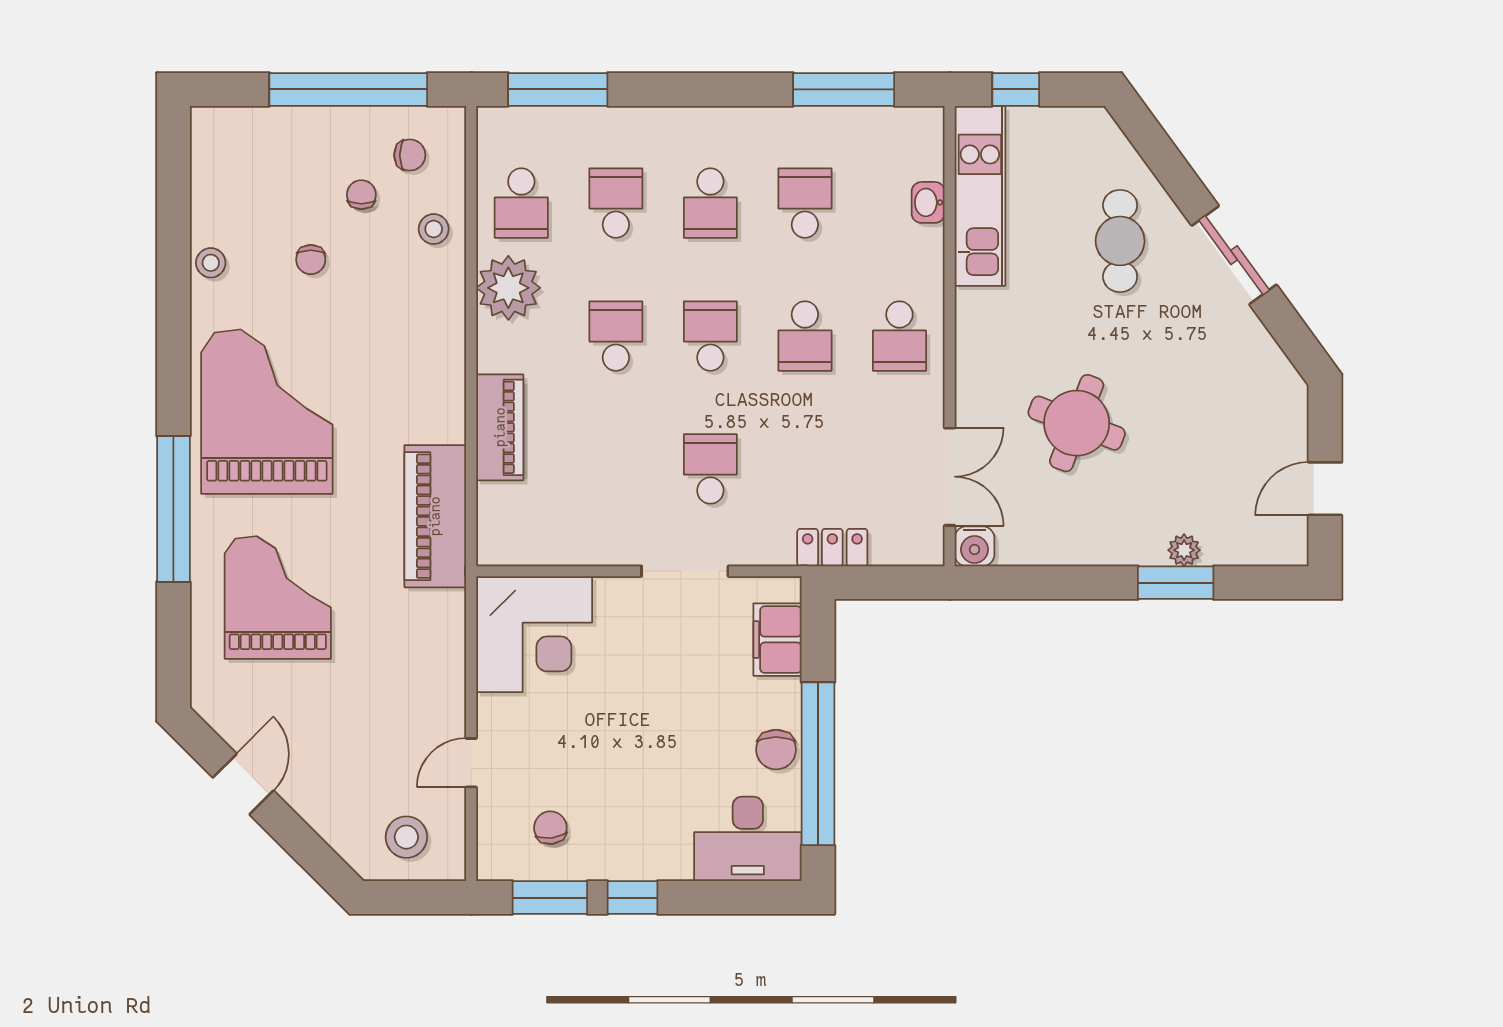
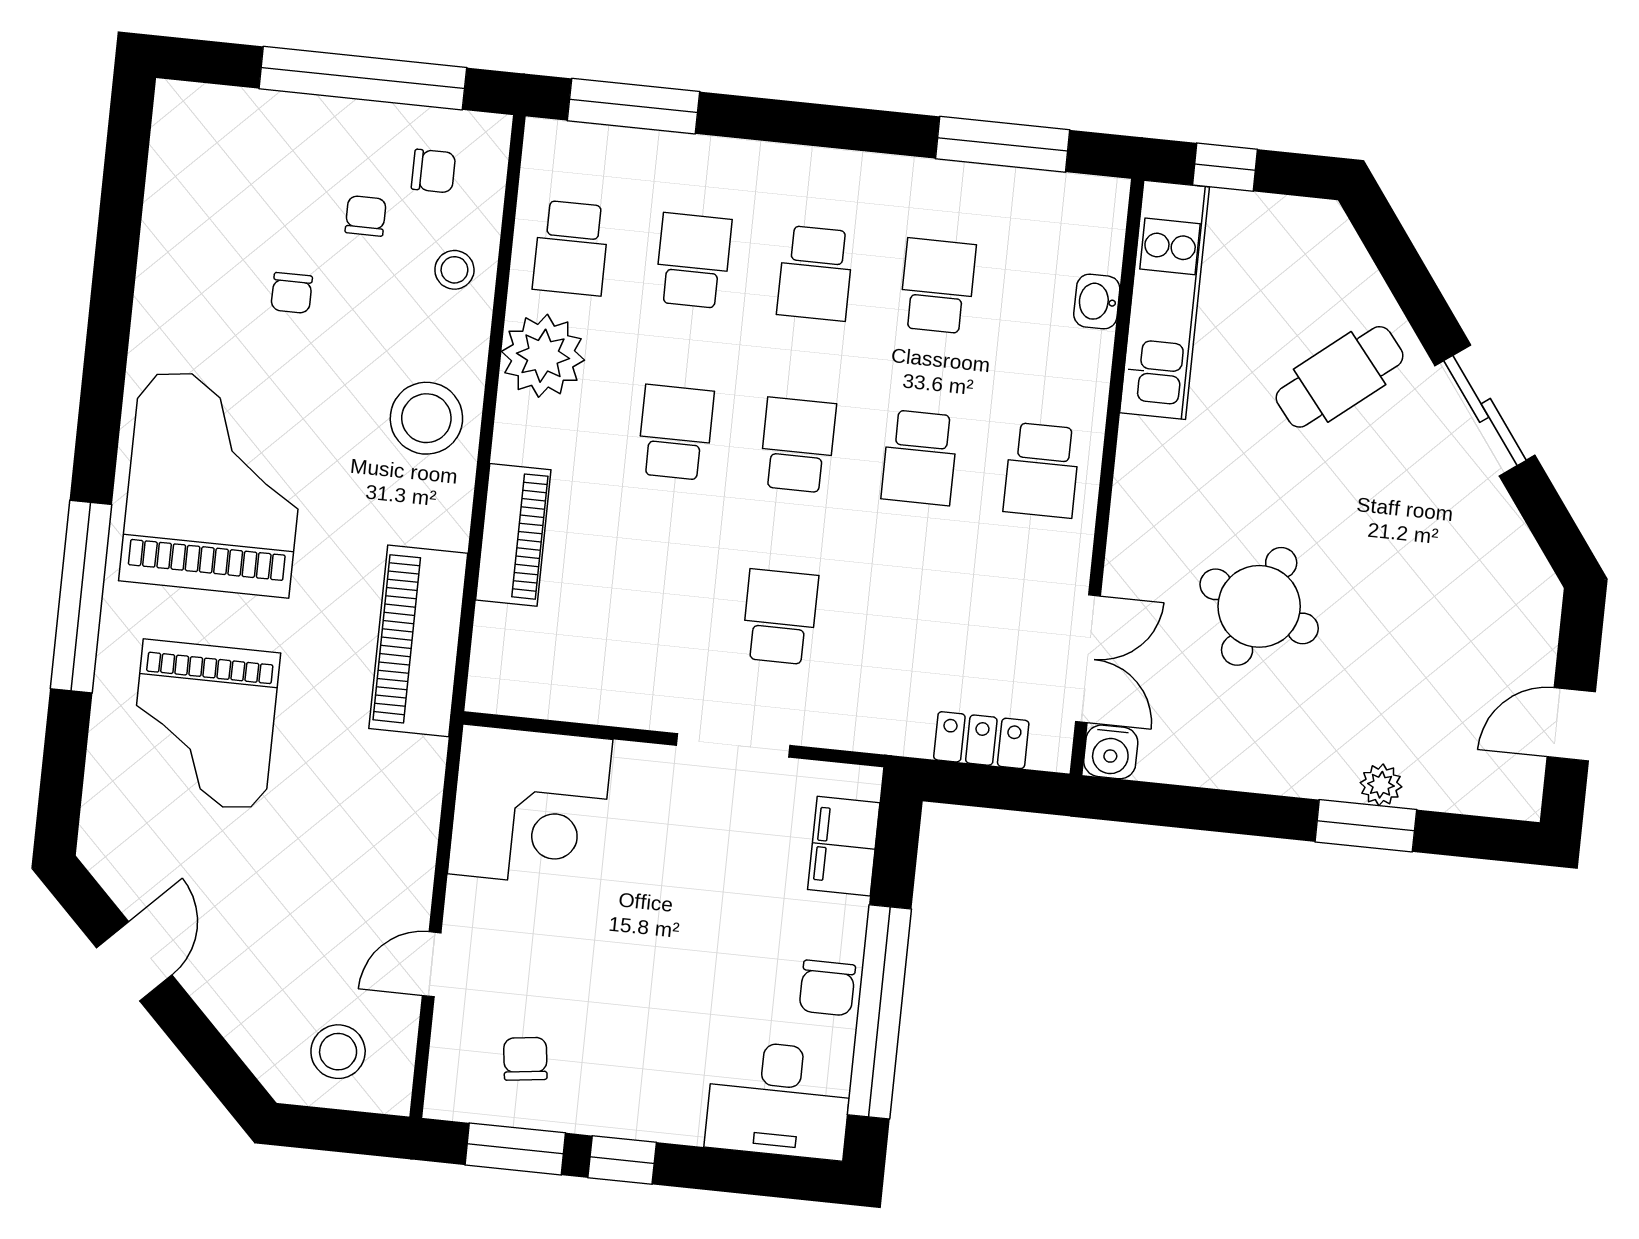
cafe table: (1120, 241) -> (1340, 377), turned 51
stool: (211, 263) -> (426, 418), moved, width x1.89, depth x1.89
locker: (832, 548) -> (981, 740), moved
grand piano: (278, 598) -> (204, 725), turned 180

